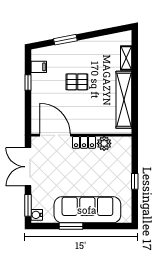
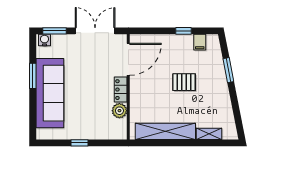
pallet: (77, 82) -> (184, 82), turned 90

